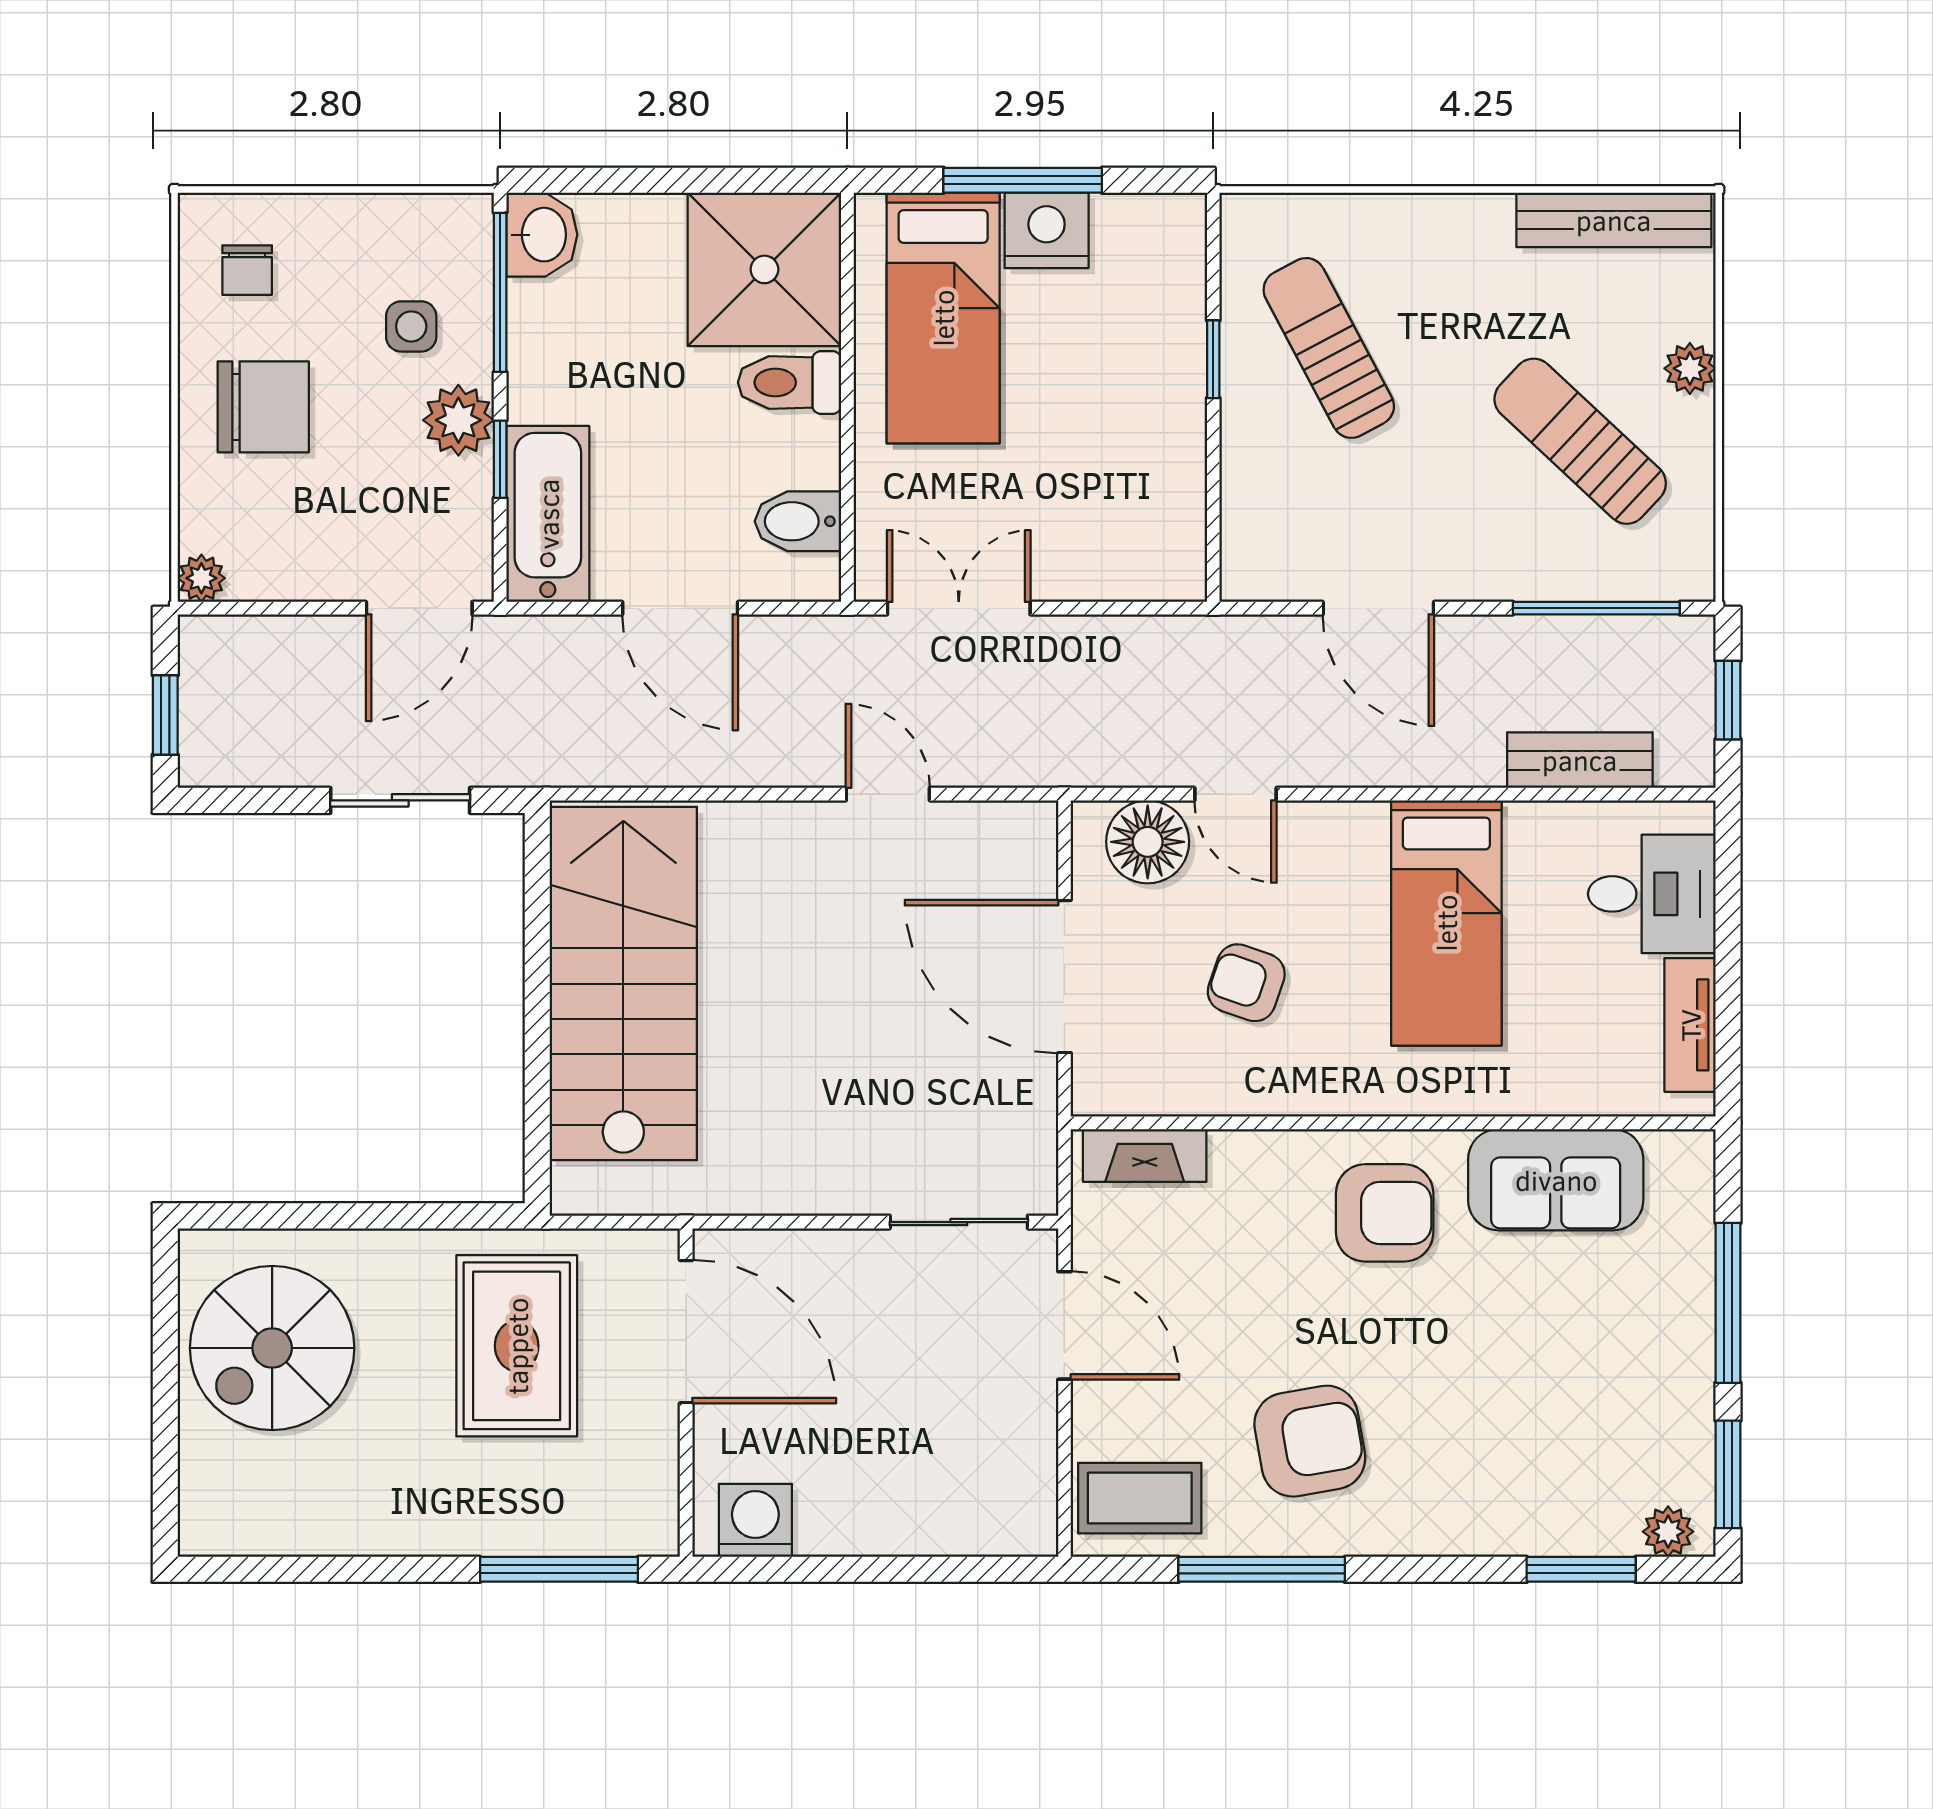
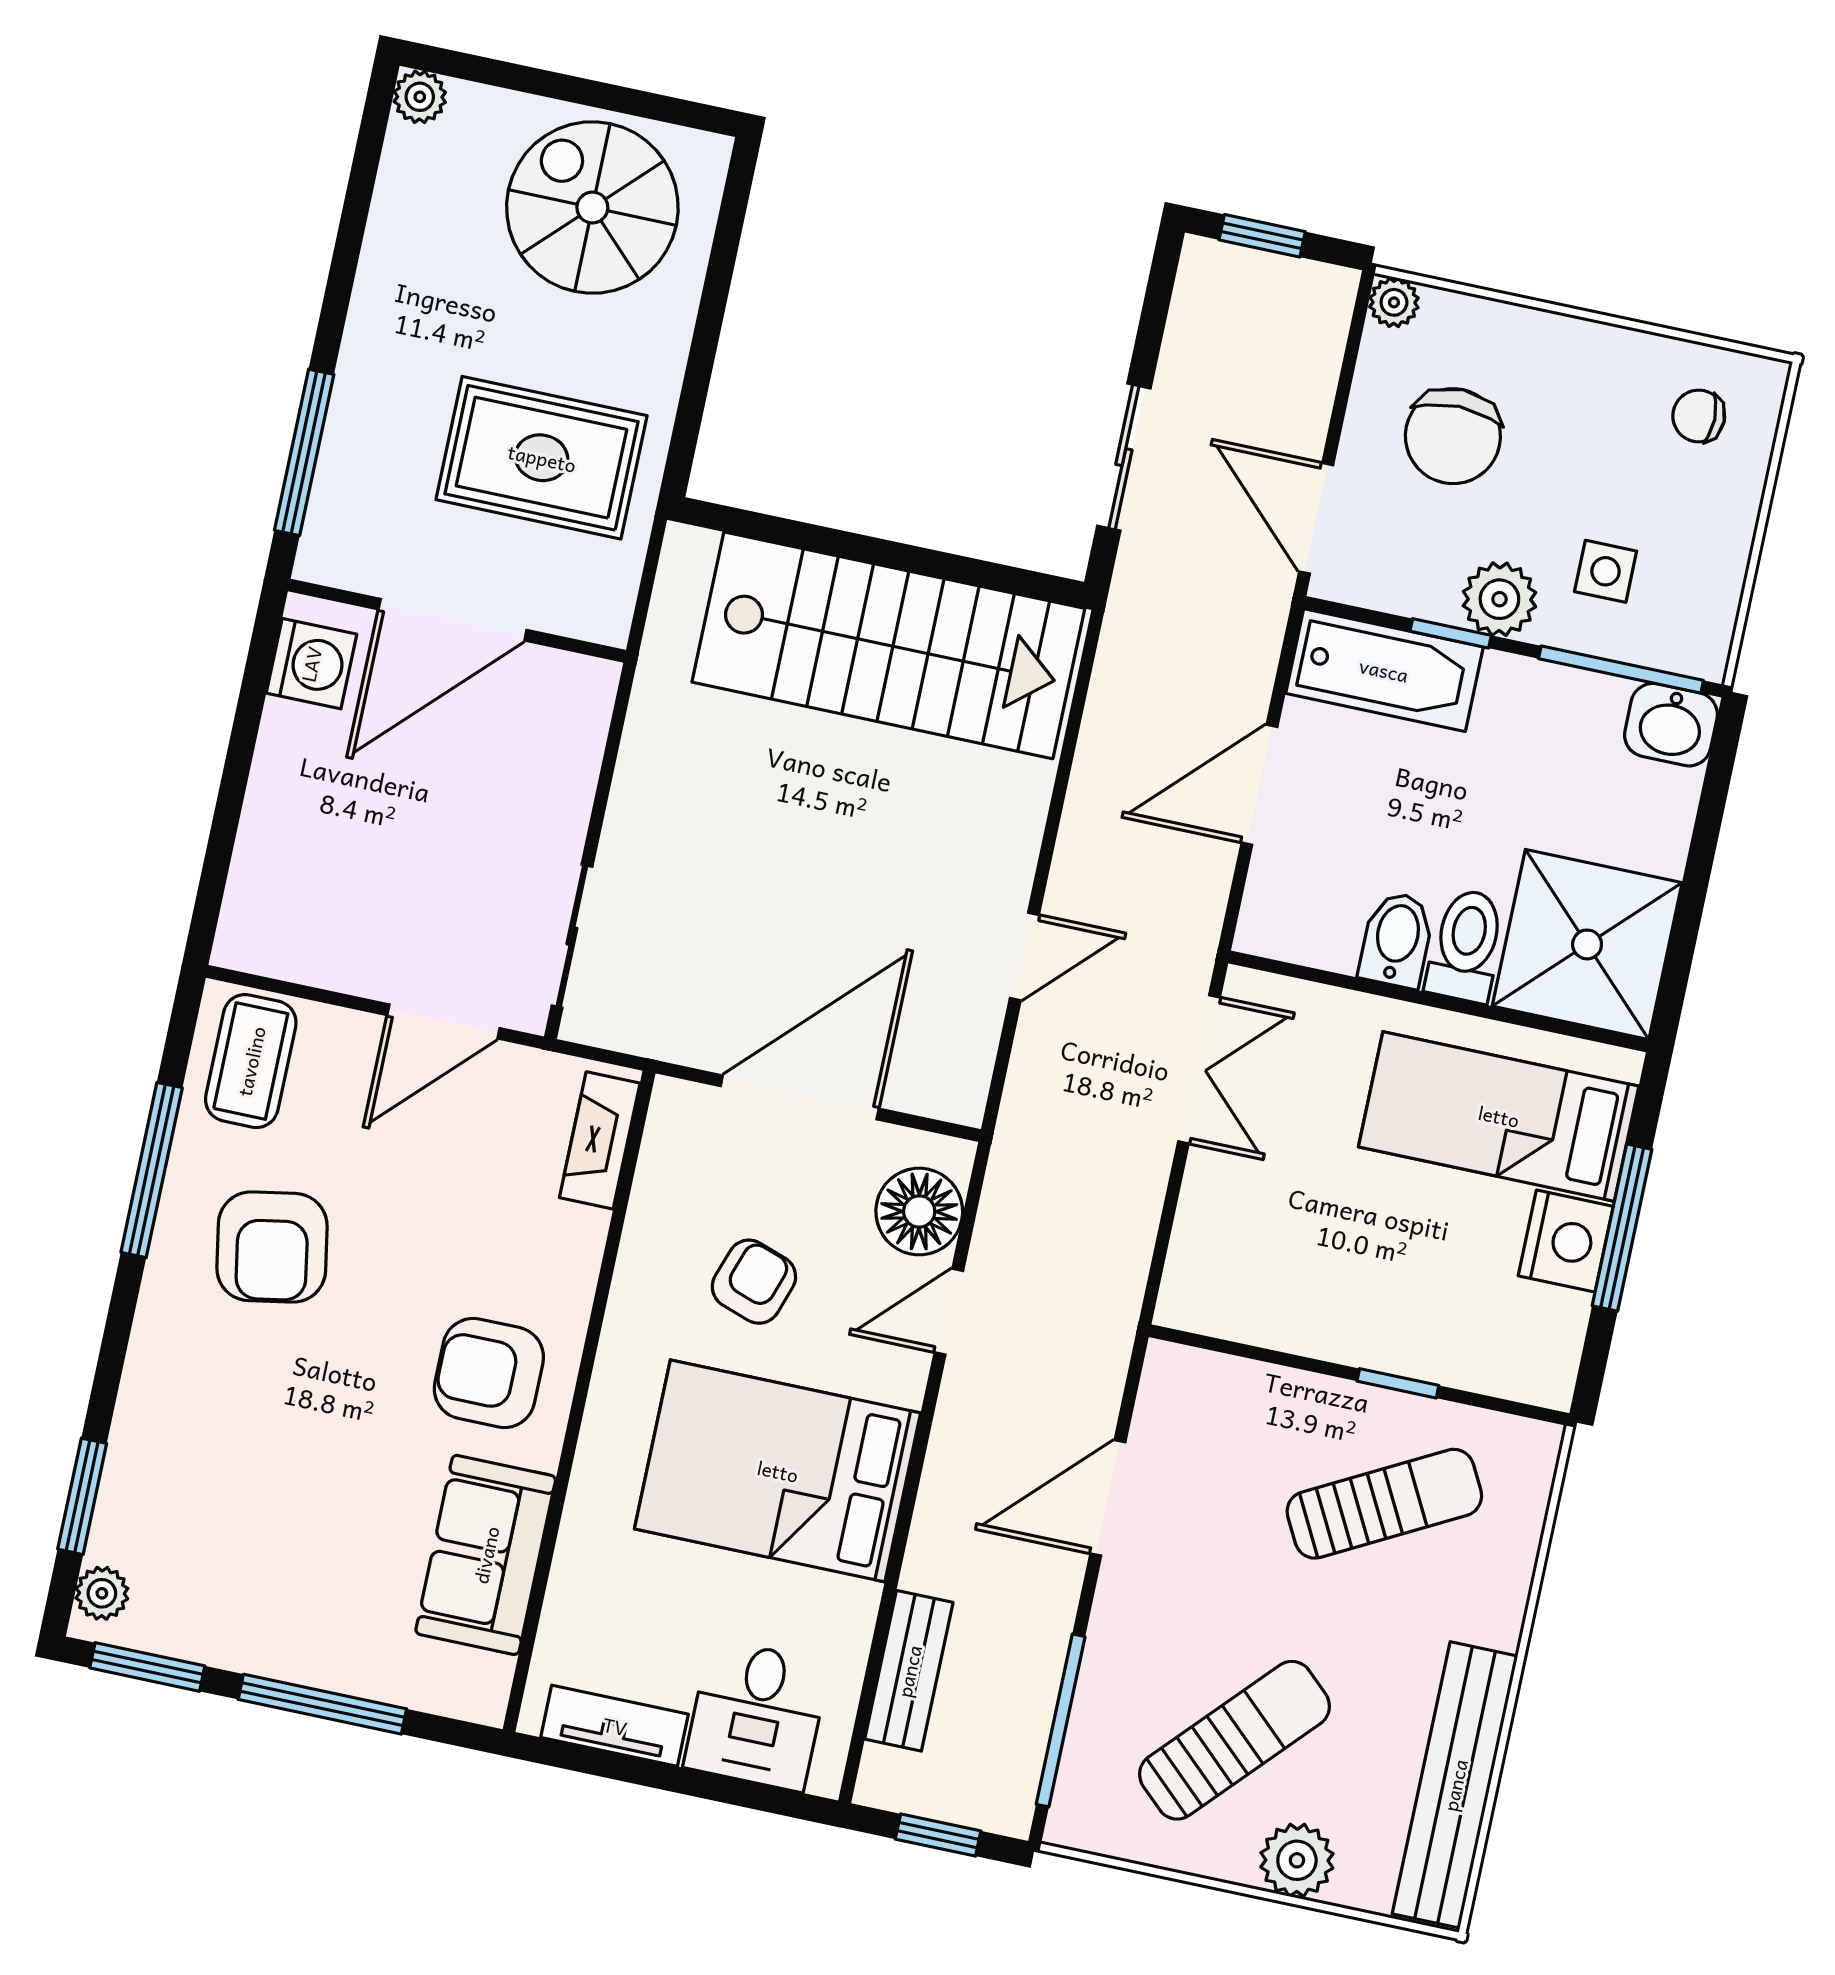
bench: (1614, 220) -> (1455, 1785), width x1.37, depth x1.21
plant: (1690, 368) -> (1297, 1860), width x1.38, depth x1.38
chair: (263, 407) -> (1453, 436), moved
bidet: (798, 521) -> (1397, 940), moved
bed: (1446, 923) -> (778, 1471), width x1.50
armchair: (1385, 1213) -> (489, 1373), turned 90
door: (686, 1332) -> (453, 620), moved
plant: (203, 1532) -> (420, 97), added

